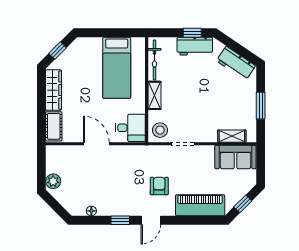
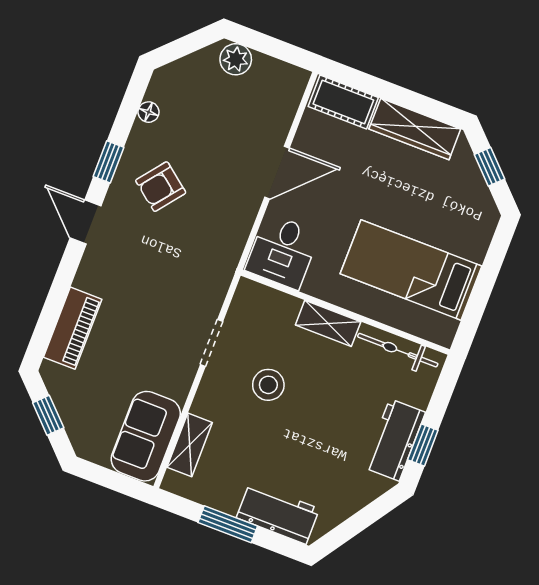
workbench: (236, 63) -> (278, 513), moved, turned 56
stool: (160, 130) -> (268, 385), moved
armchair: (159, 186) -> (161, 187), moved, turned 128
piano: (200, 205) -> (73, 328), width x0.73, depth x0.75

